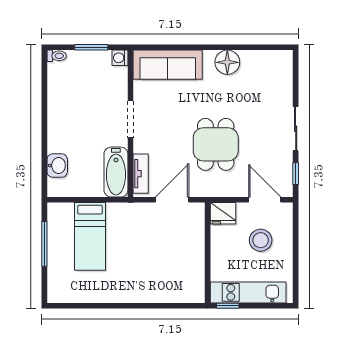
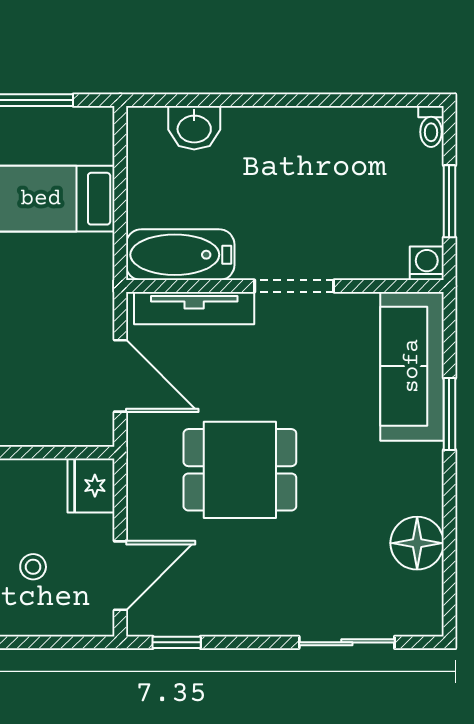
window: (190, 47) -> (449, 414), added
floor lamp: (227, 62) -> (417, 543), moved
sliding door: (296, 129) -> (347, 642), moved
tv unit: (141, 174) -> (194, 308), width x1.41
stool: (261, 240) -> (33, 567), width x0.53, depth x0.53

